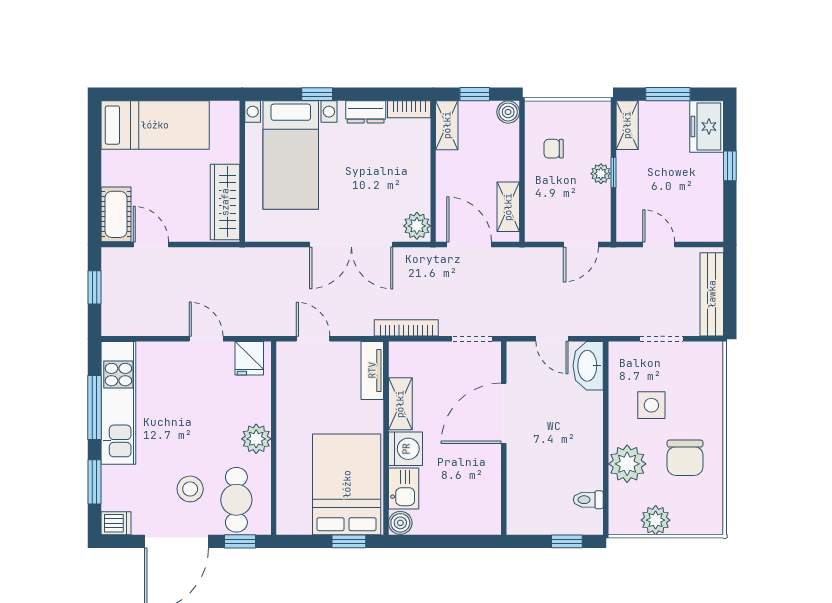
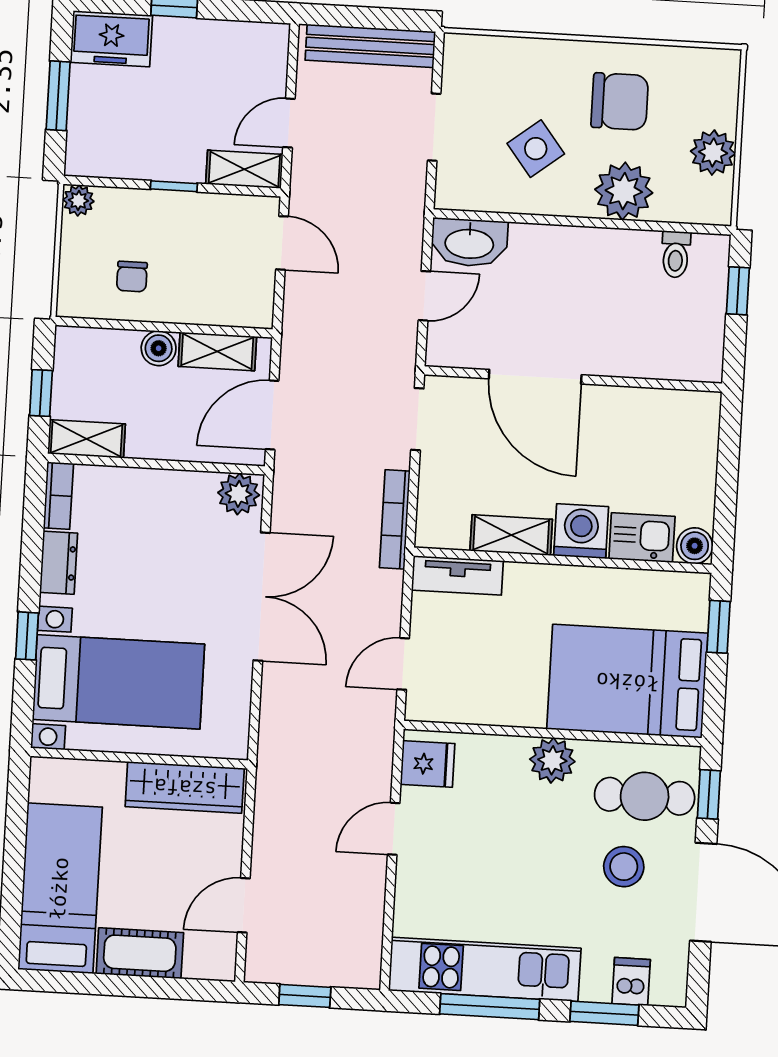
boiler: (508, 112) -> (159, 348), moved
shelving: (627, 125) -> (244, 169), moved
plant: (601, 174) -> (78, 200), moved
cot: (116, 214) -> (140, 953), moved
side table: (651, 405) -> (536, 149), turned -38
bed: (347, 484) -> (627, 681), moved
dishwasher: (116, 523) -> (631, 982), moved

